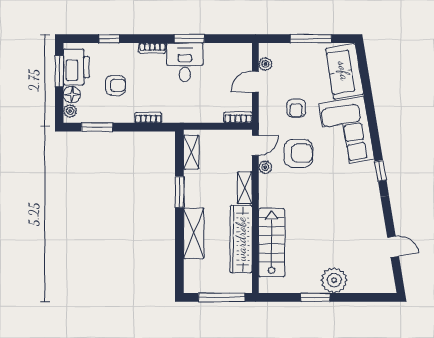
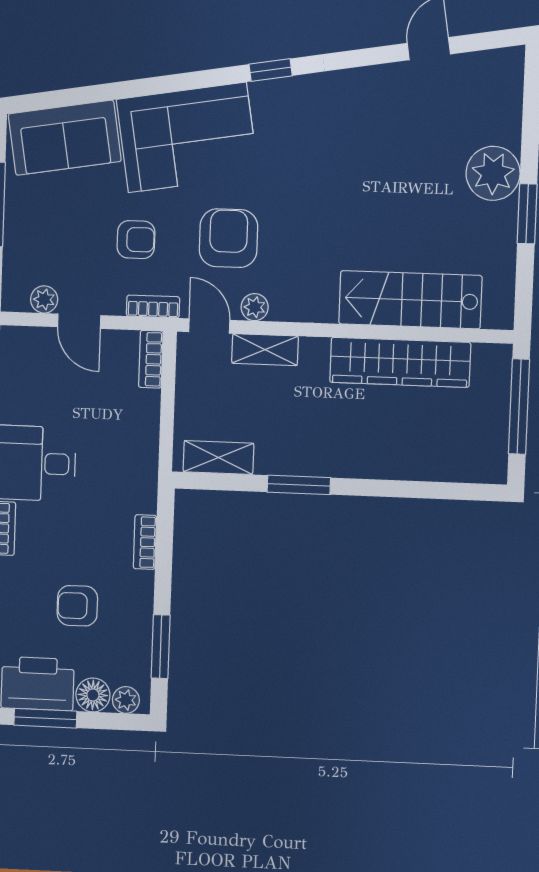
armchair: (116, 85) -> (77, 606), turned -90
bookcase: (264, 118) -> (153, 306), added
shelving: (245, 188) -> (265, 350), moved
shelving: (194, 233) -> (385, 459), removed

